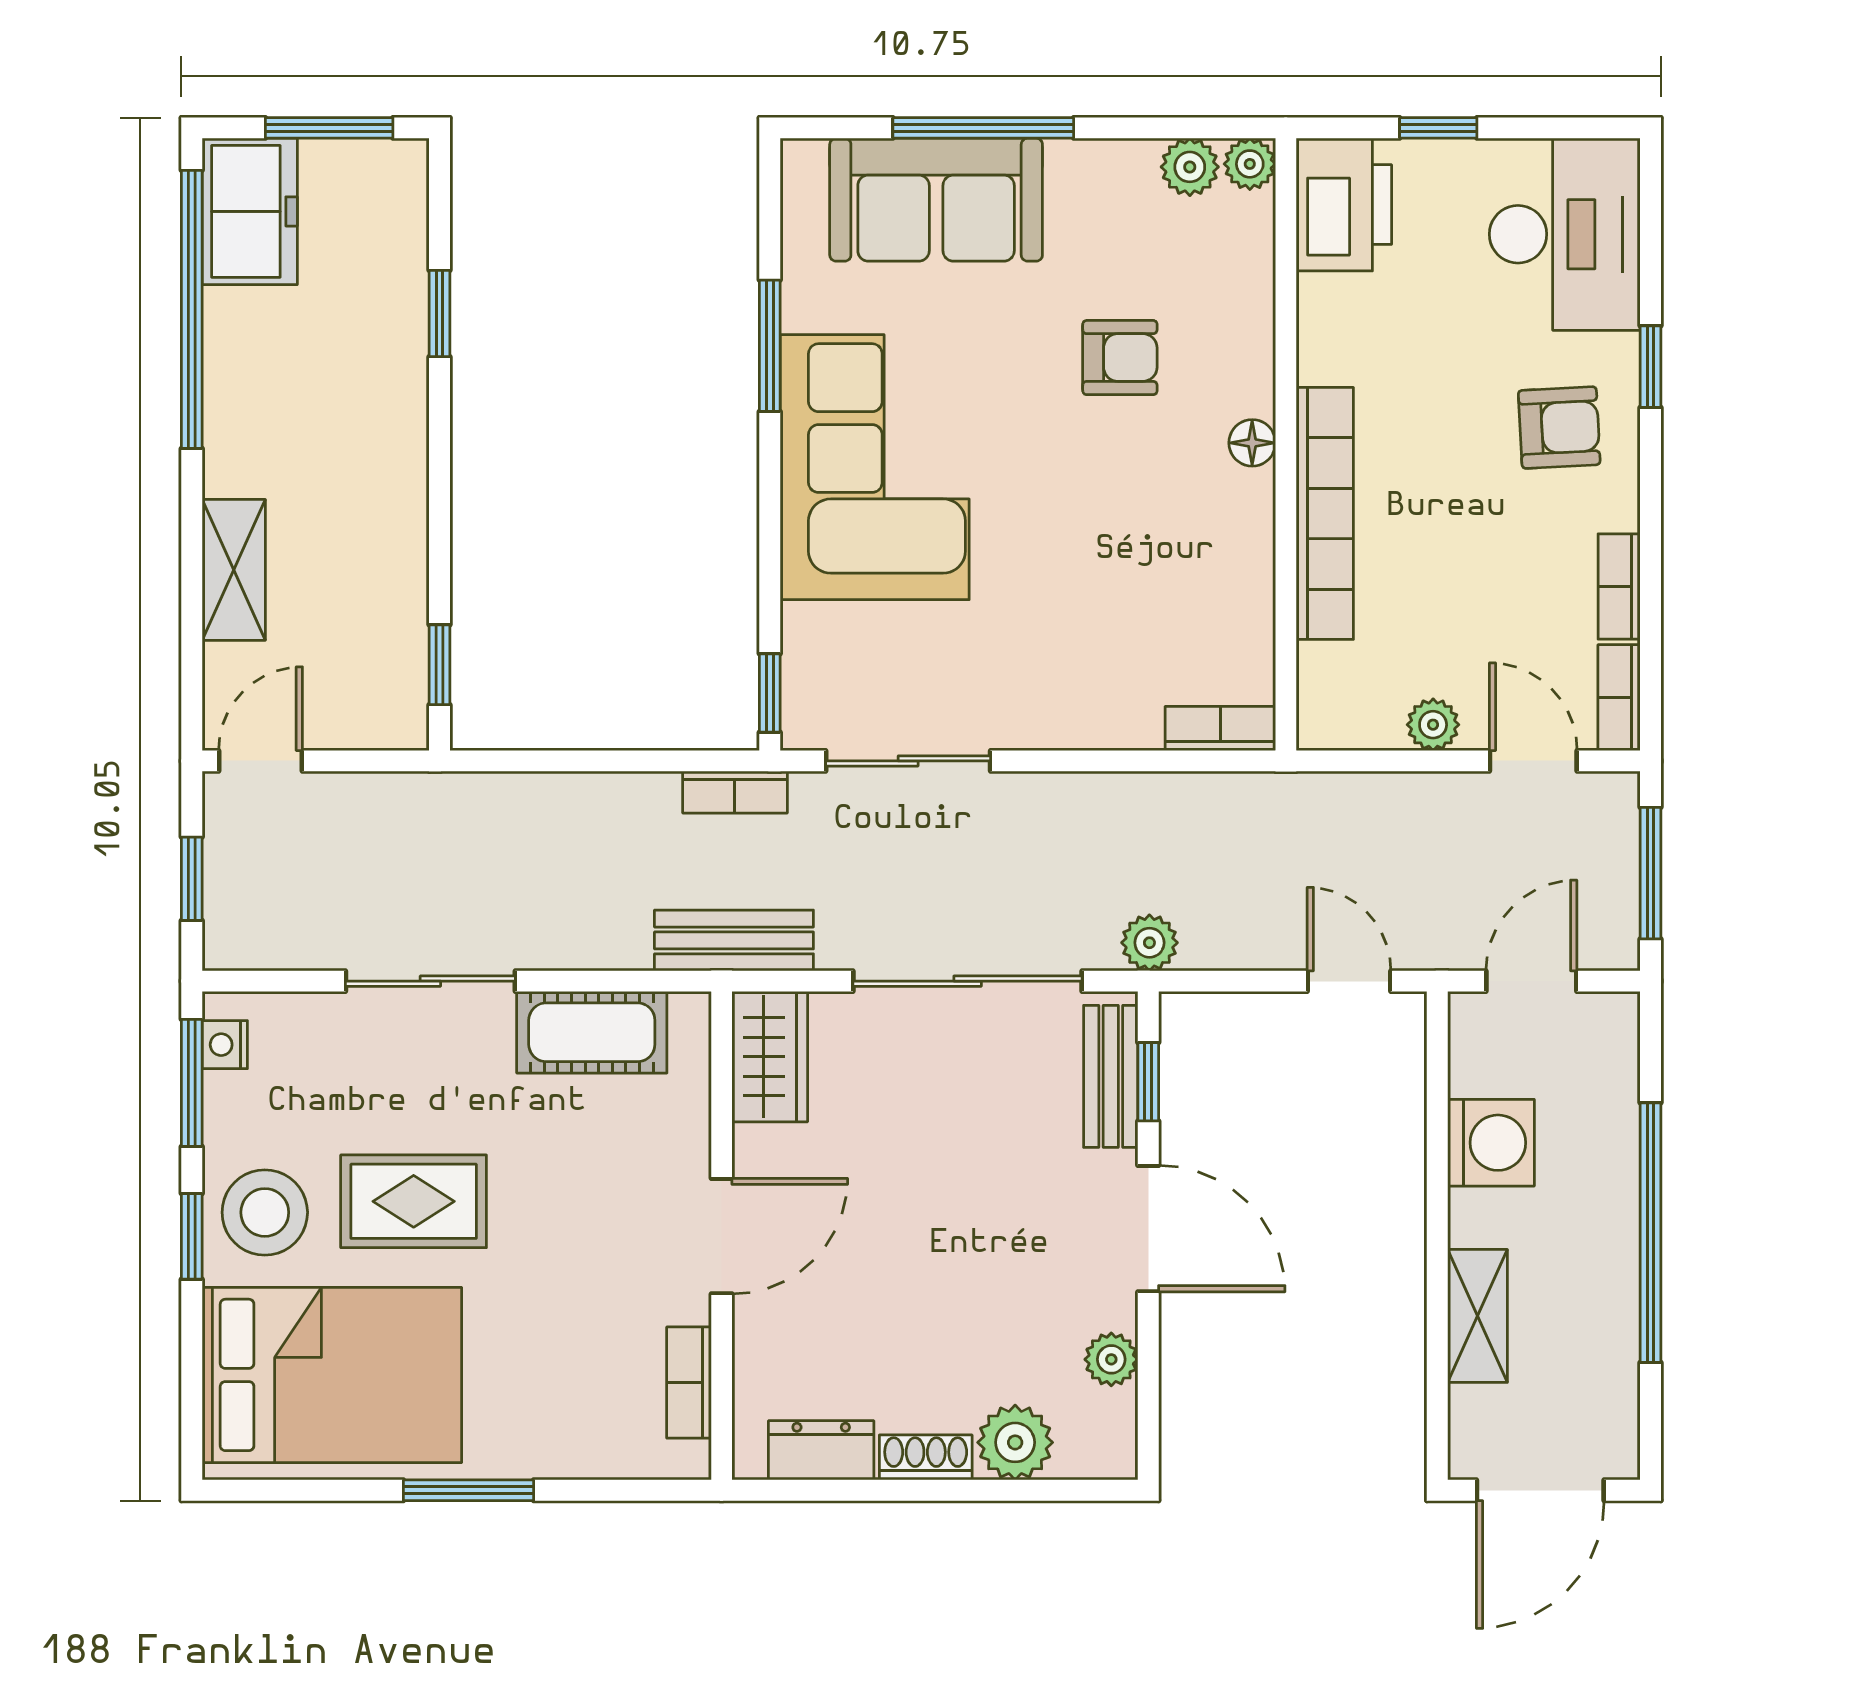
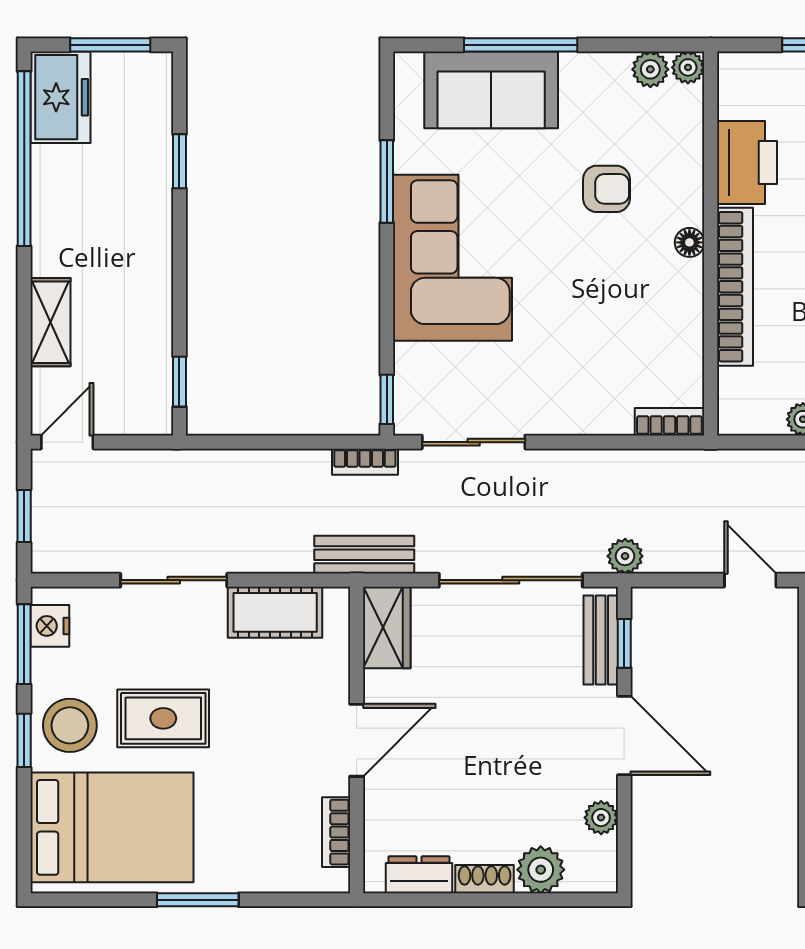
printer: (1344, 205) -> (747, 163), moved
nightstand: (225, 1045) -> (50, 626), width x1.39, depth x1.35

